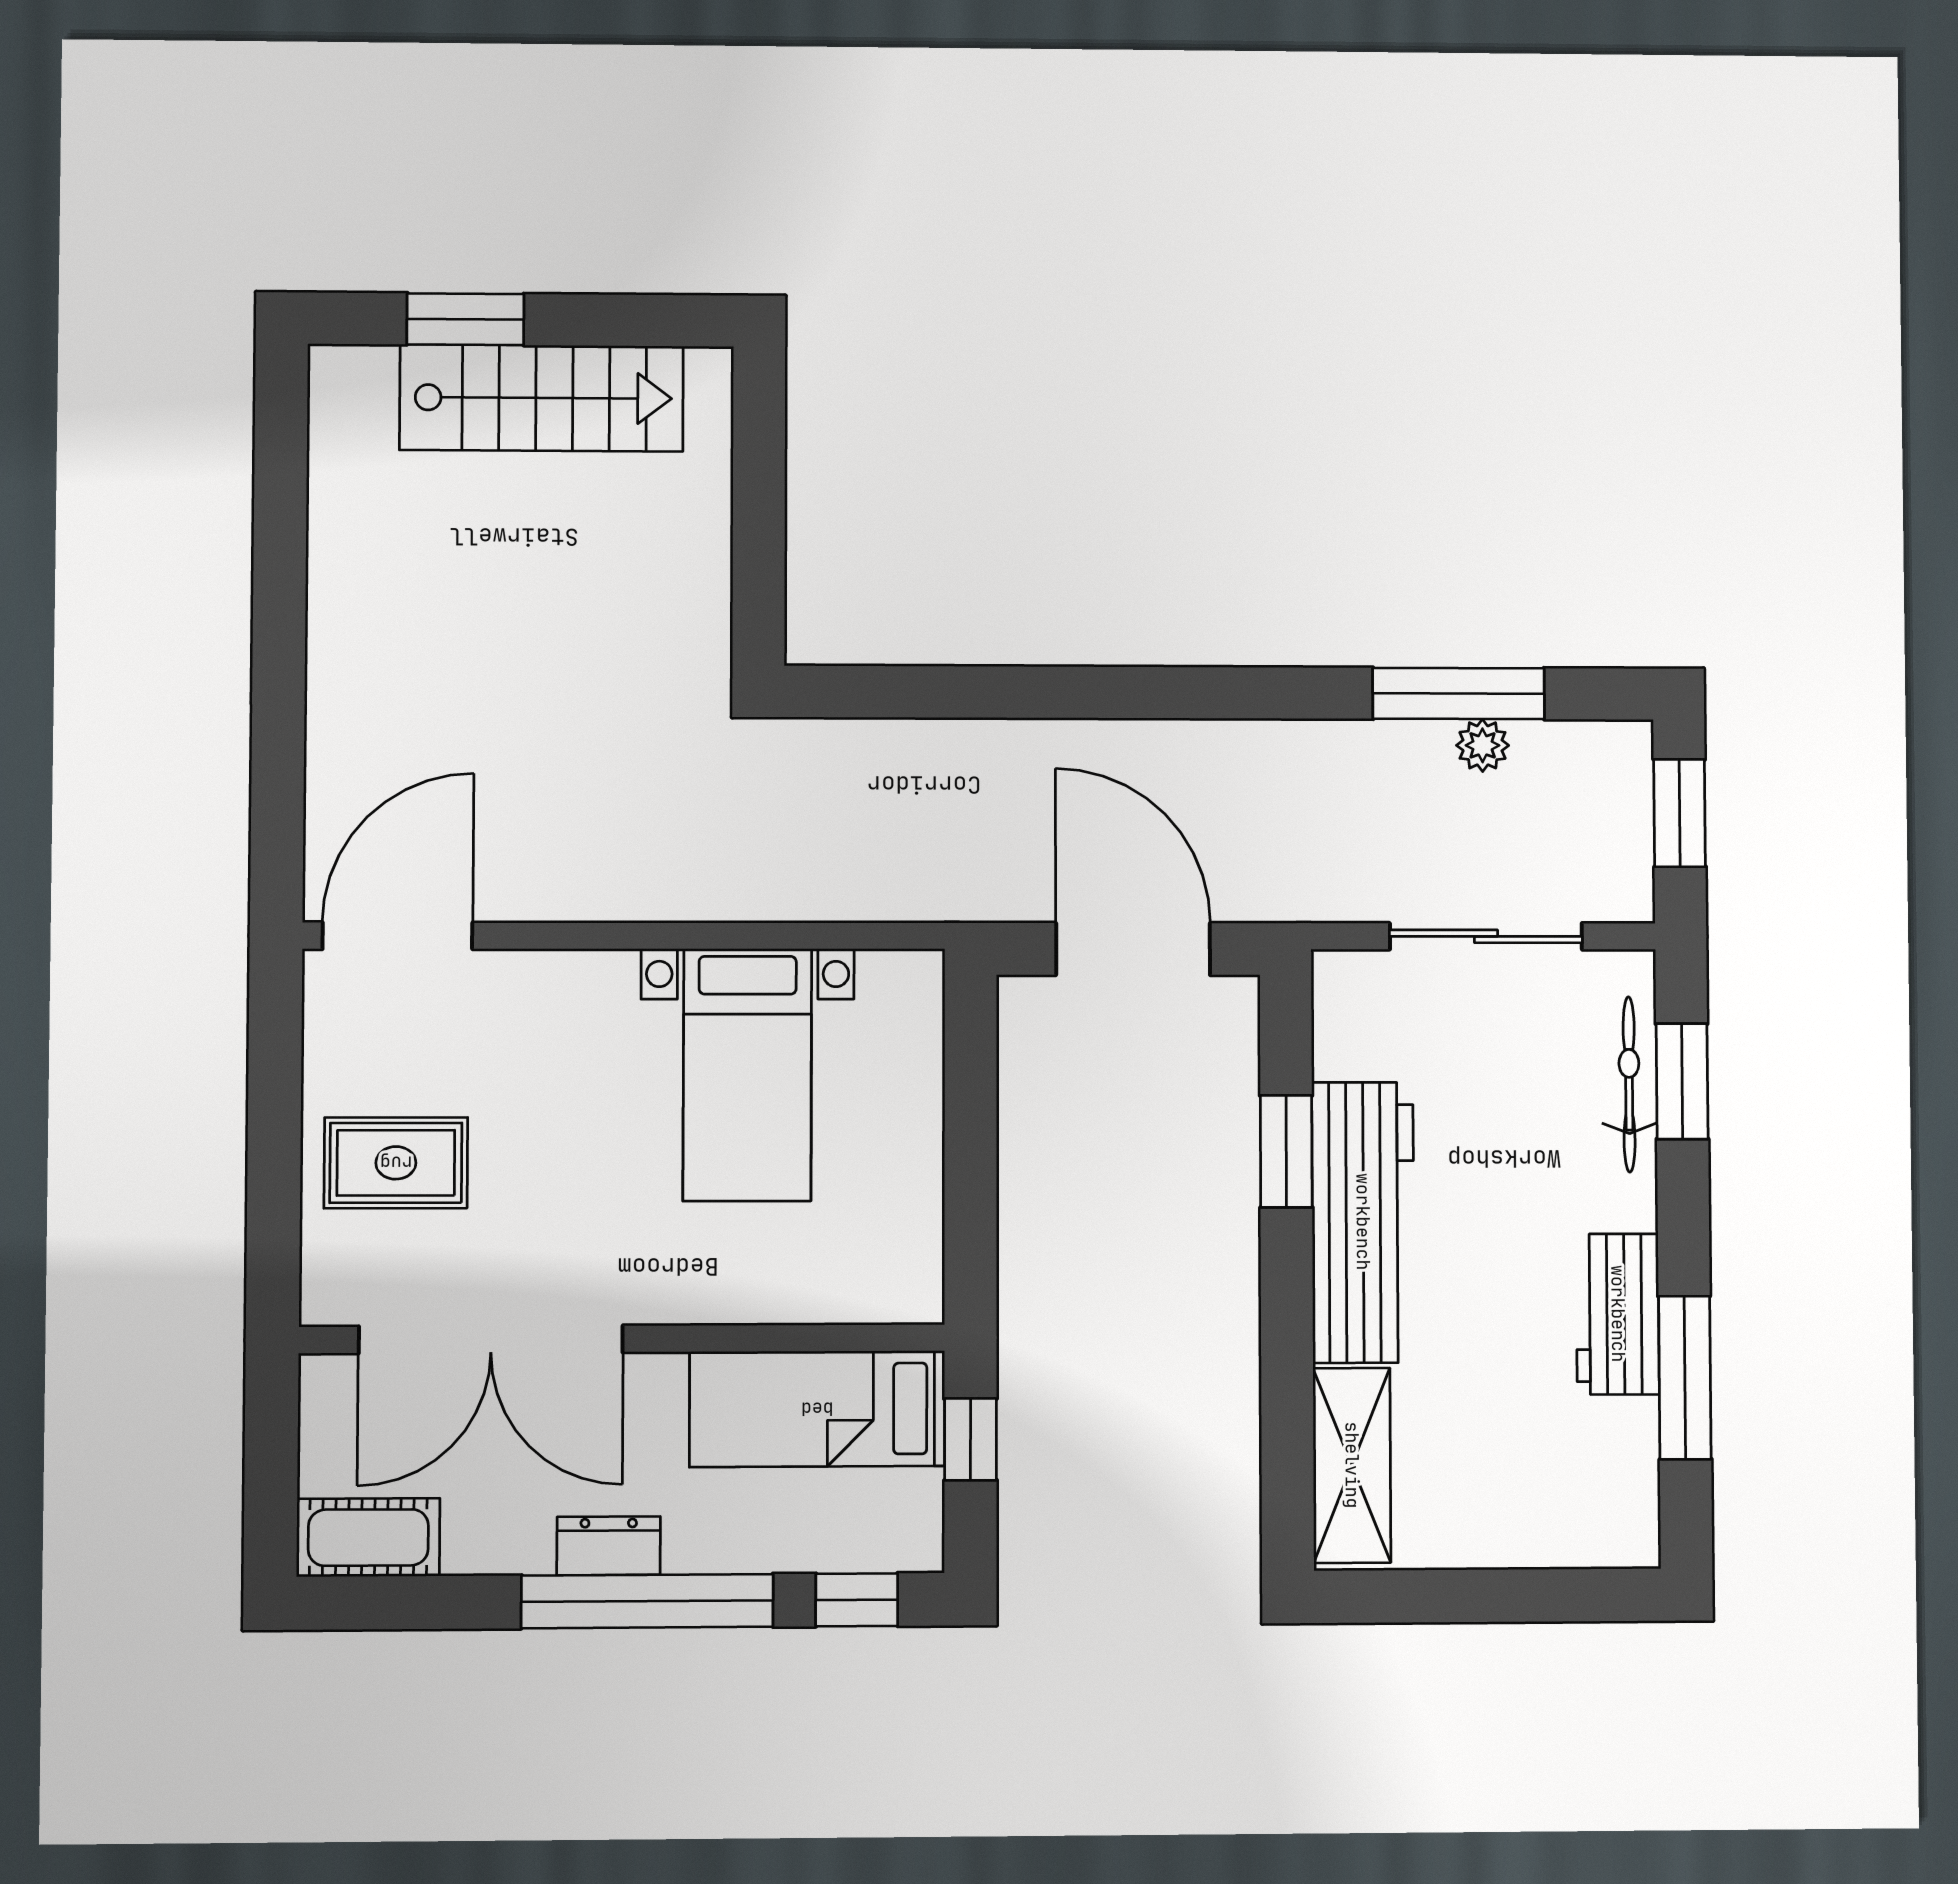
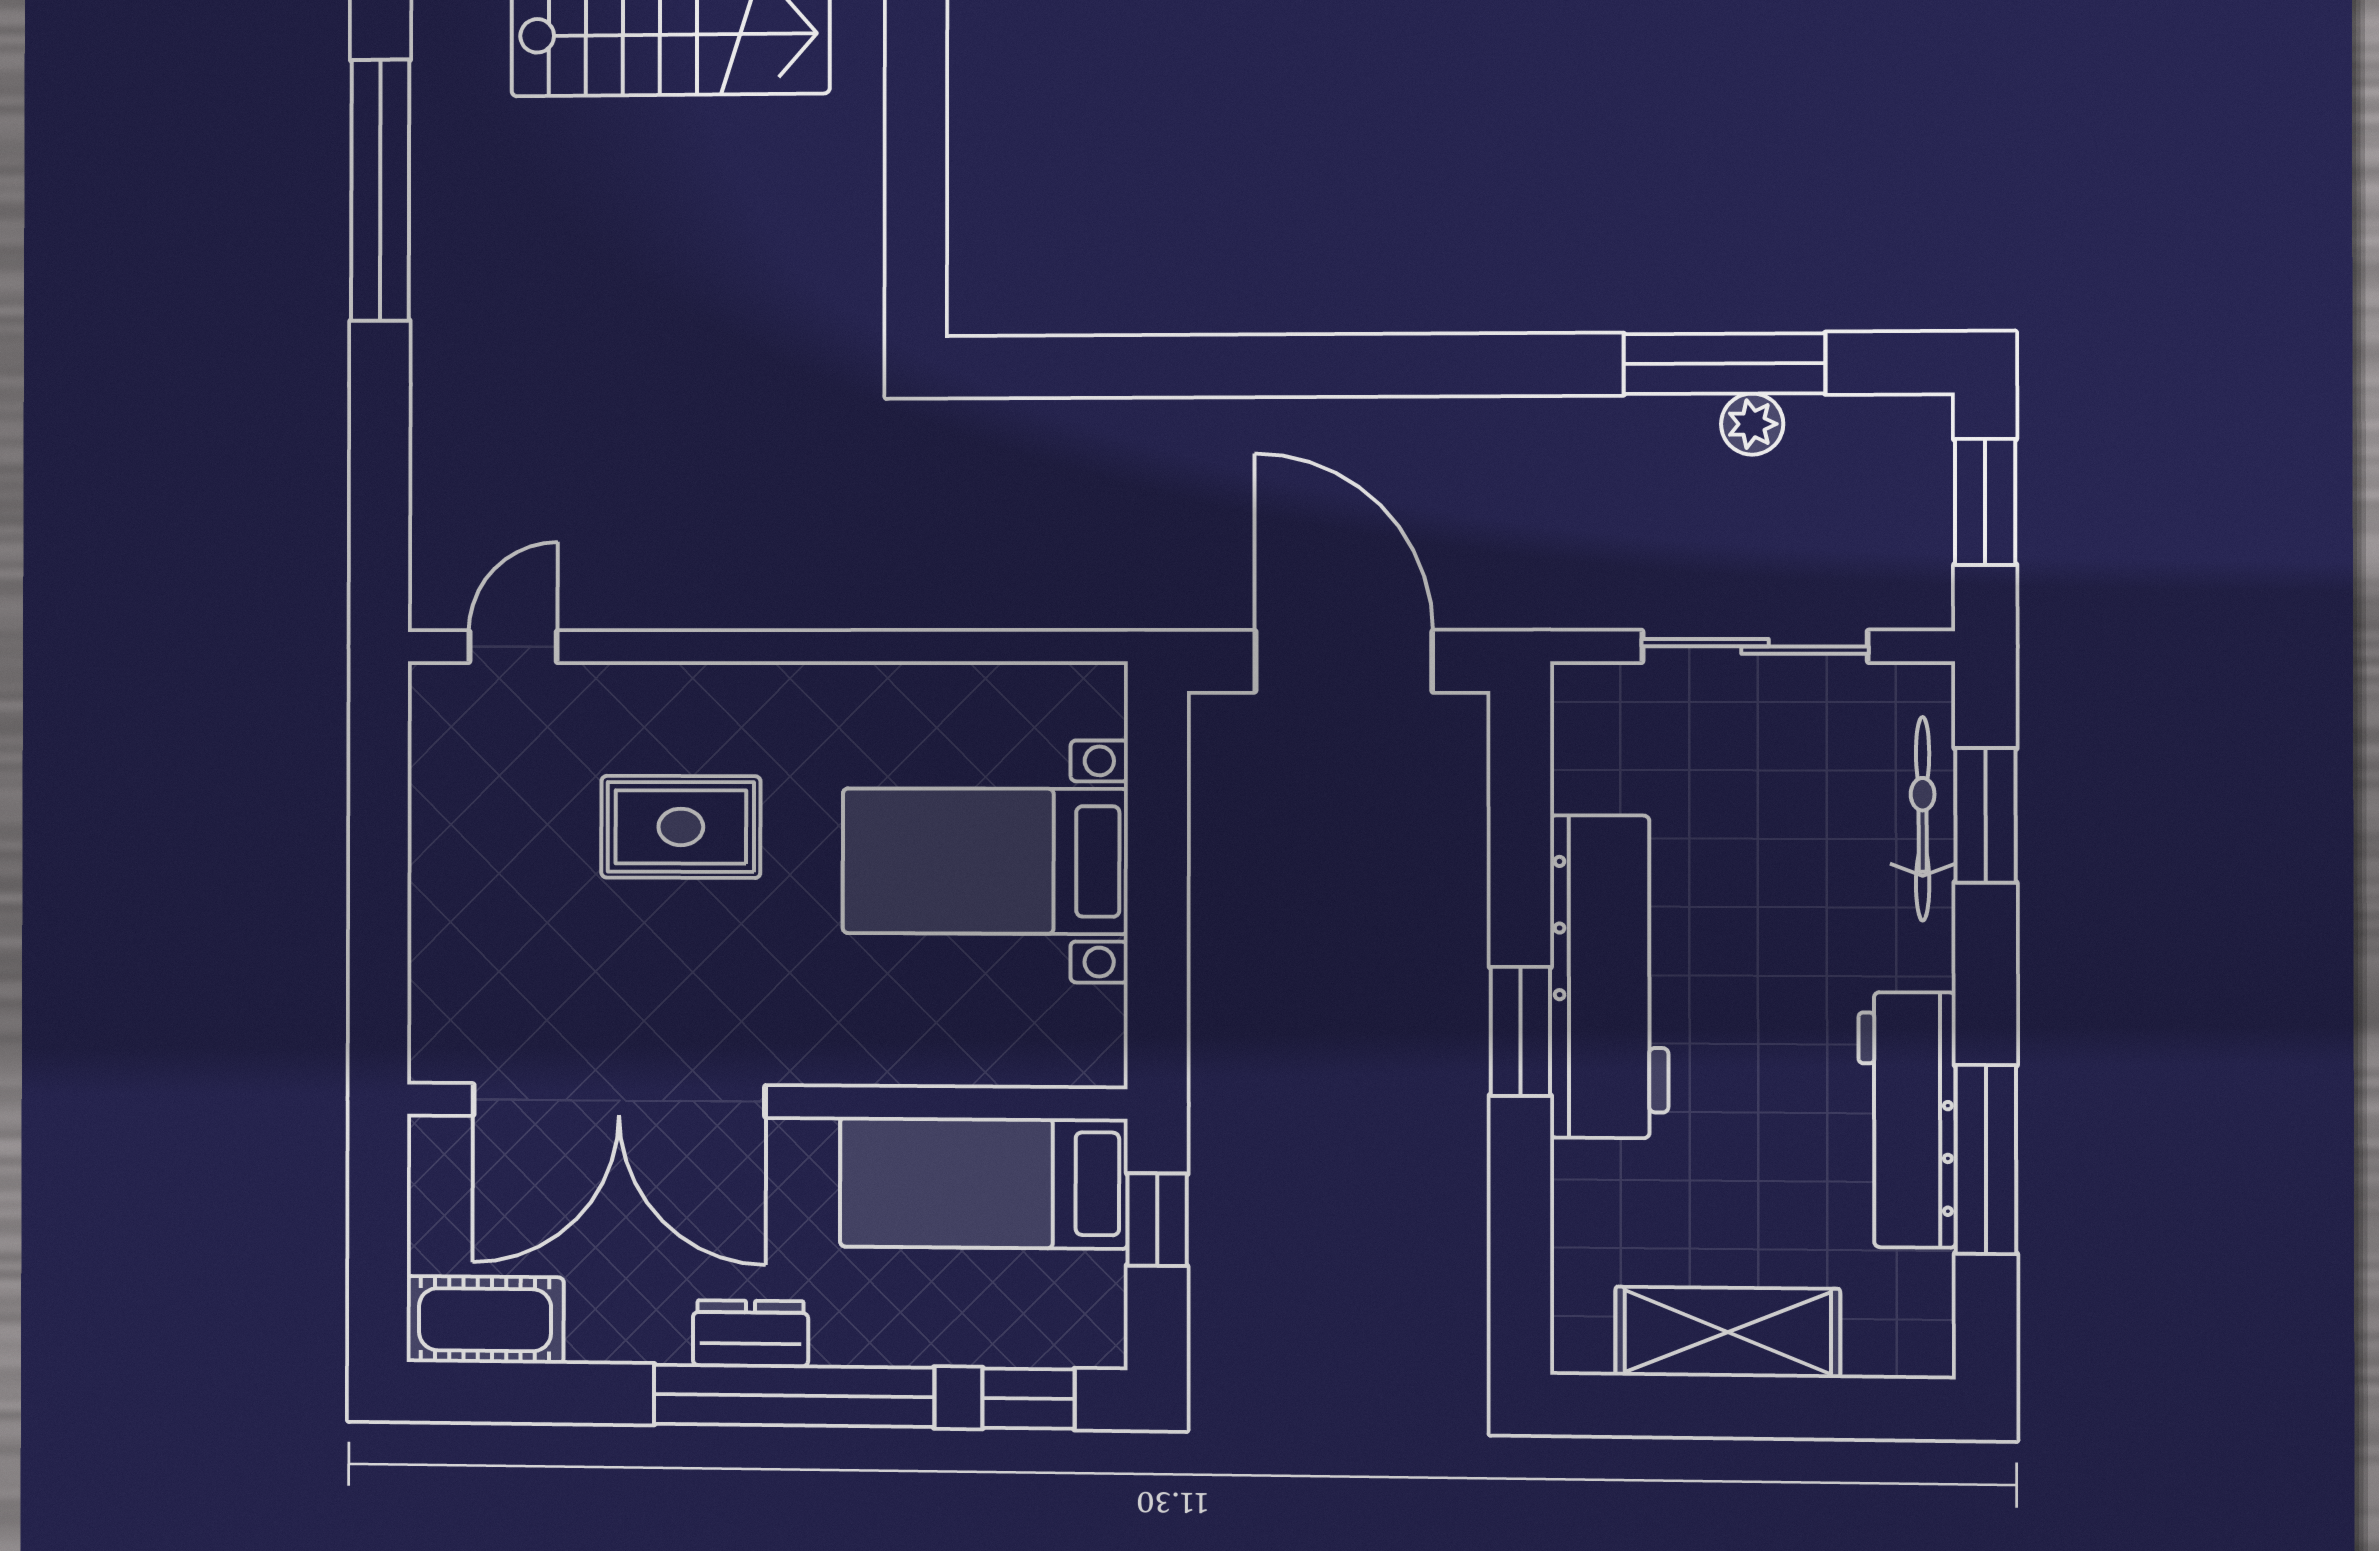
window: (280, 531) -> (380, 190), added
door: (397, 936) -> (513, 647), width x0.53
bed with nightstands: (747, 1075) -> (985, 861), moved, turned 90
window: (1286, 1151) -> (1520, 1031), moved
rug: (396, 1163) -> (681, 827), moved
workbench: (1618, 1314) -> (1907, 1120), width x1.37
shelving: (1352, 1465) -> (1728, 1332), moved, turned 90

